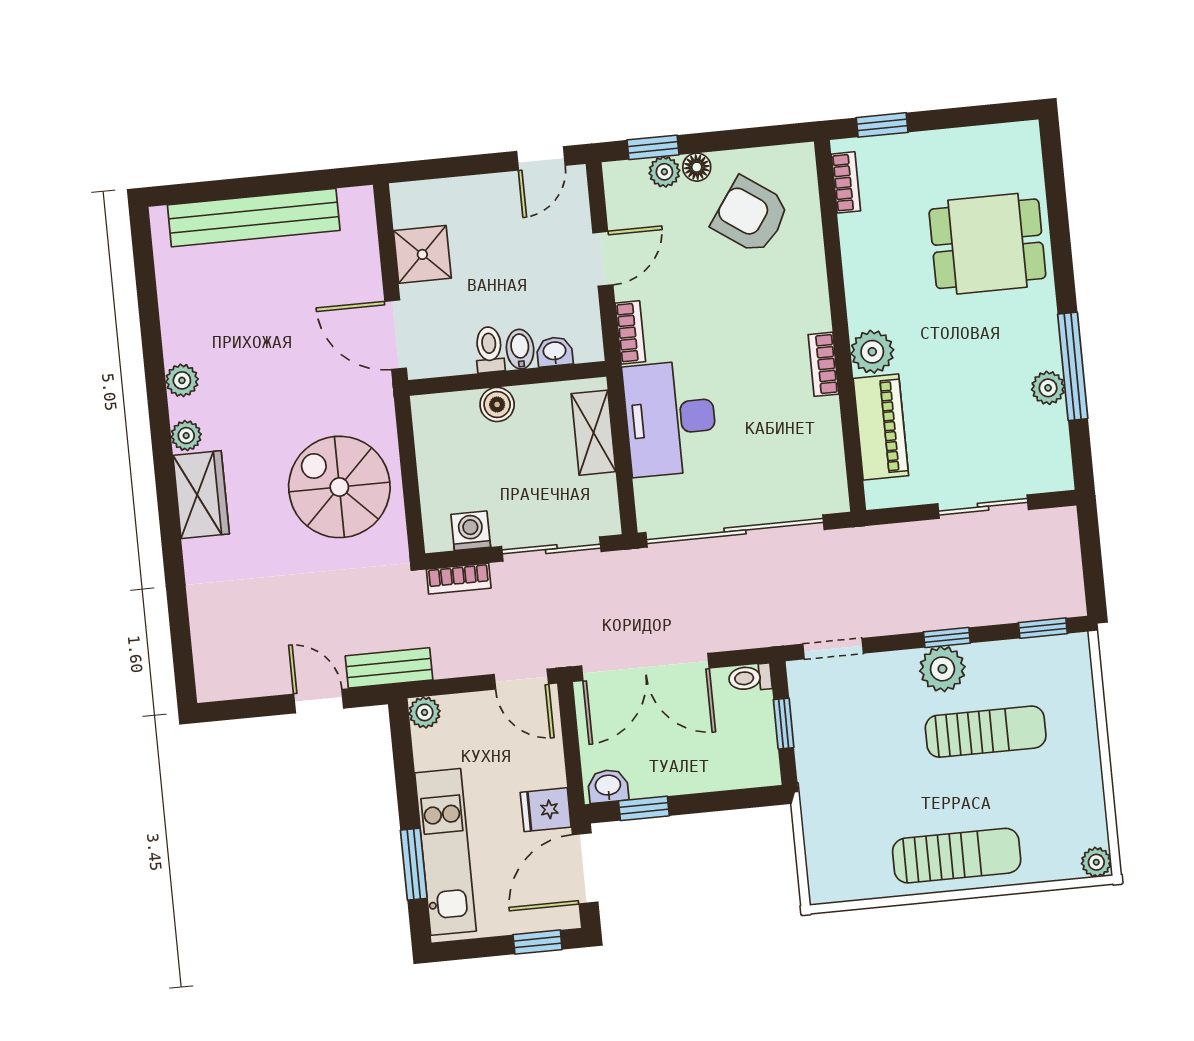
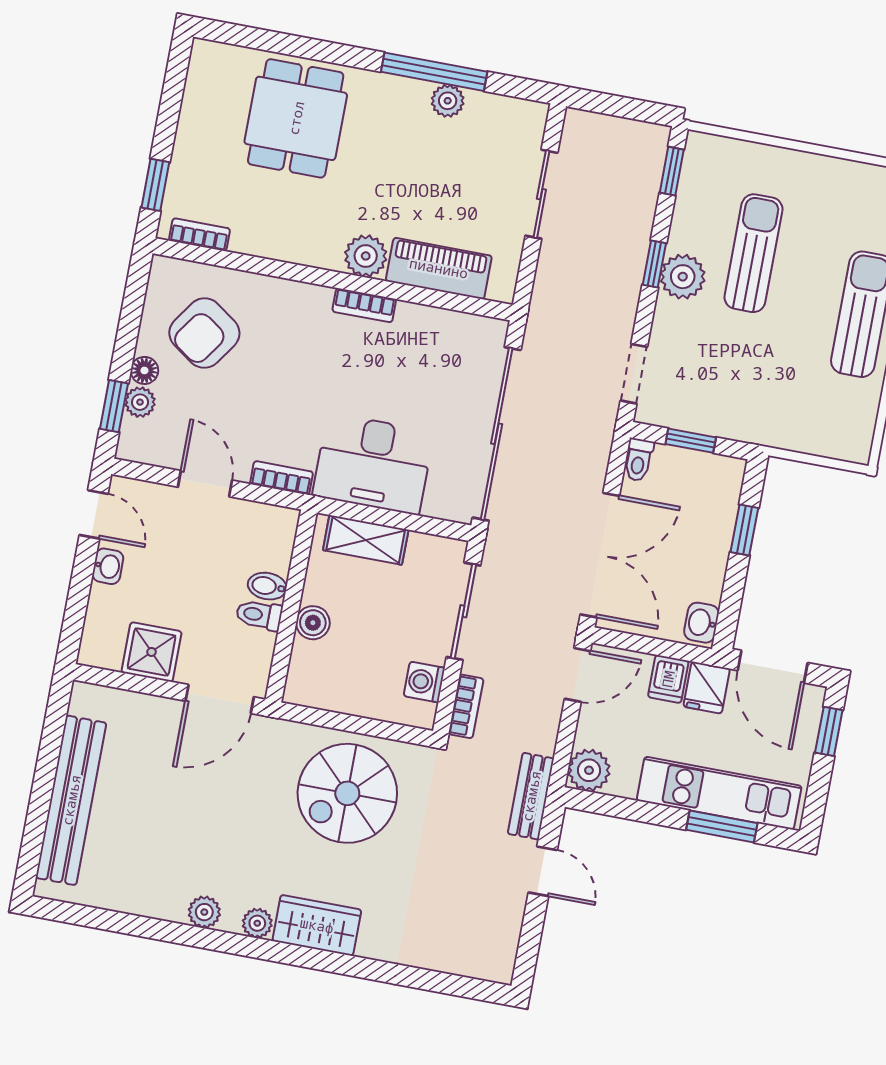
washbasin: (555, 352) -> (108, 566), moved, turned 180
door: (319, 701) -> (543, 871), swing flipped
plant: (425, 712) -> (589, 770), width x1.38, depth x1.38
dishwasher: (543, 770) -> (668, 679), added
window: (644, 808) -> (744, 530), moved

